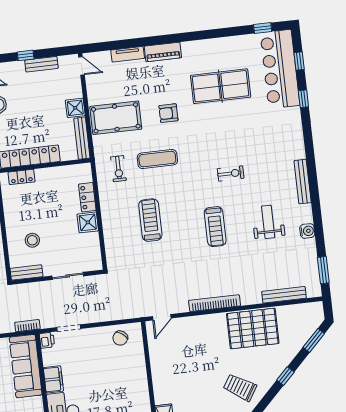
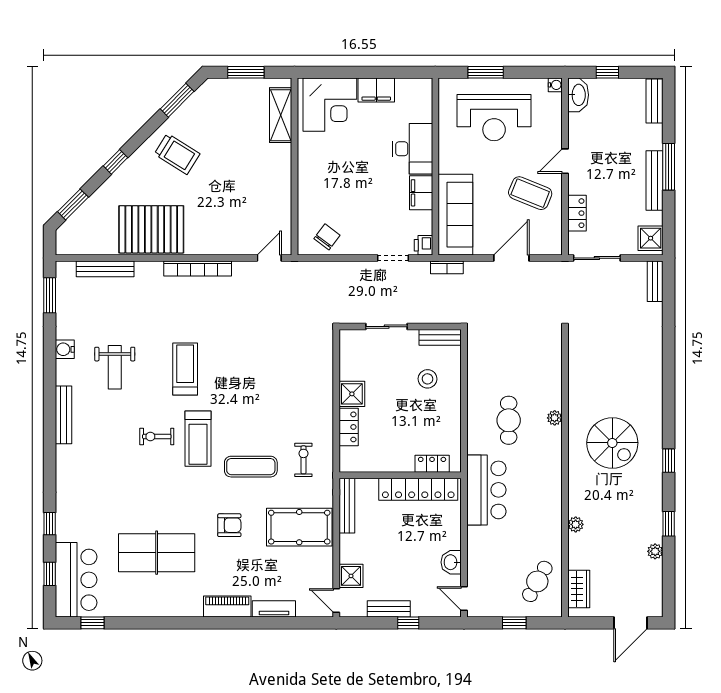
bar counter: (280, 69) -> (76, 580), width x0.73
shower: (75, 108) -> (351, 576), moved
treadmill: (150, 220) -> (198, 439), moved

